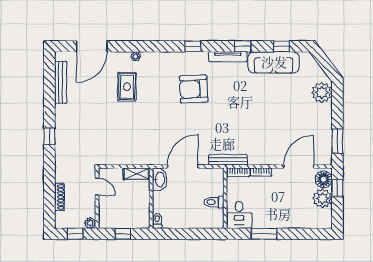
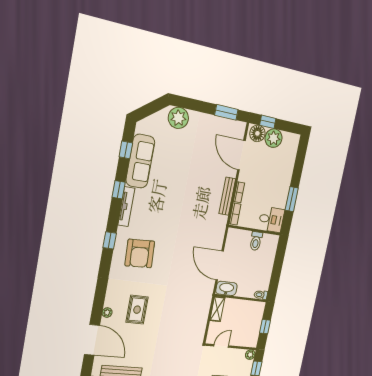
plant: (136, 57) -> (107, 313), moved
rug: (127, 87) -> (137, 310), turned 90
armchair: (194, 89) -> (140, 254), moved
bench: (228, 160) -> (227, 196), moved

